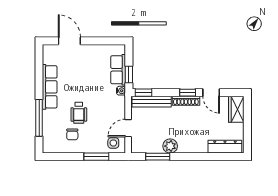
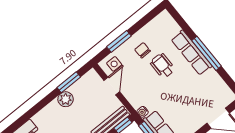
row of seats: (50, 87) -> (192, 53), moved
window: (39, 118) -> (206, 53), moved
chair: (72, 134) -> (143, 50), moved

